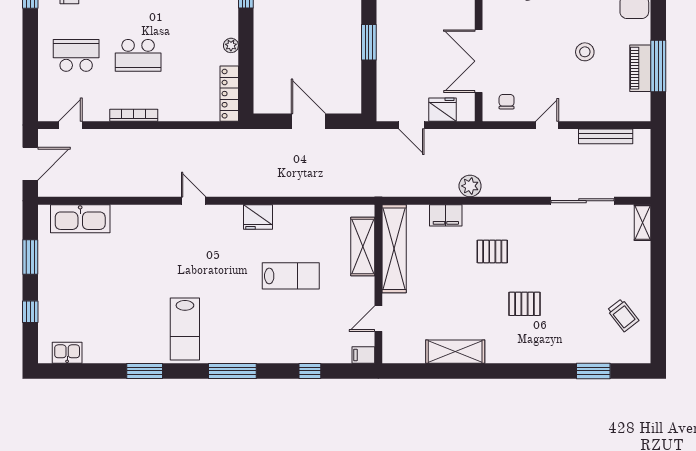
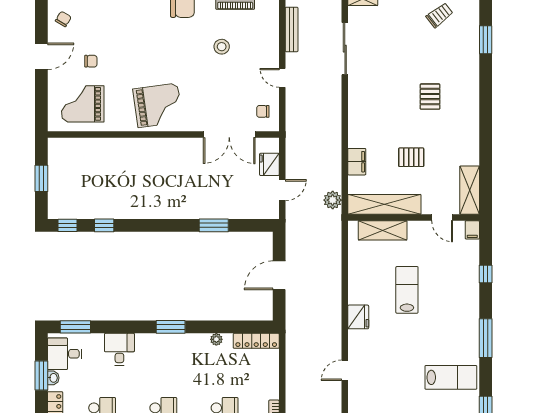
plant: (470, 186) -> (333, 200), moved
pallet: (492, 251) -> (411, 157), moved, turned 90
shelving: (455, 352) -> (470, 190), moved

